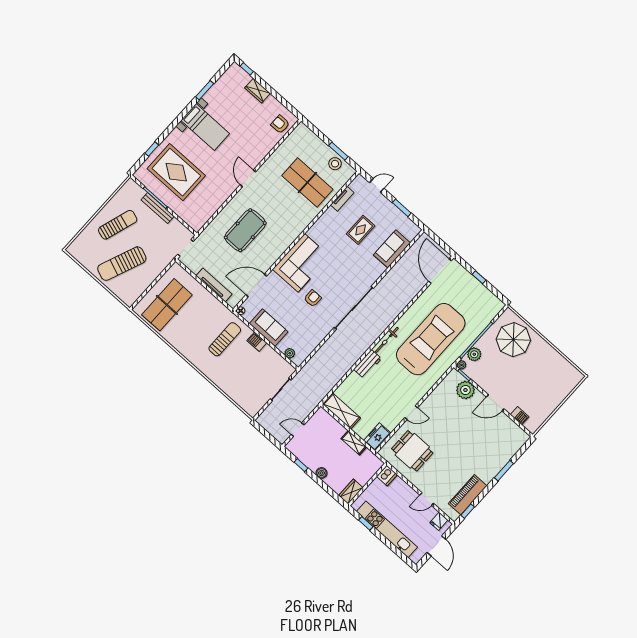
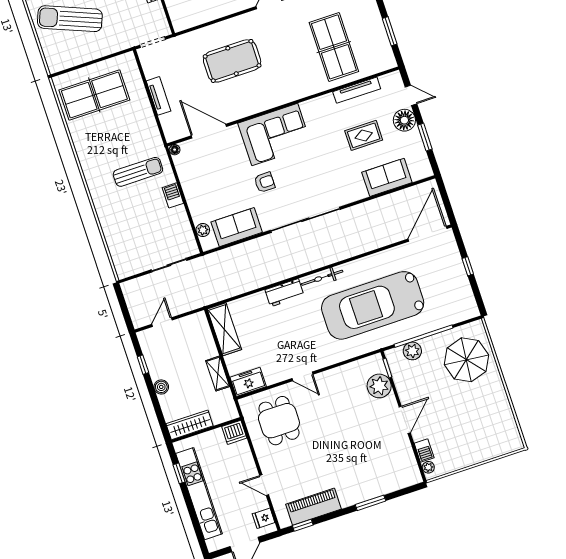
stool: (335, 164) -> (378, 43), removed
tv unit: (342, 199) -> (357, 90), width x1.41
floor lamp: (382, 204) -> (404, 120), added
tv unit: (214, 285) -> (159, 96), width x0.71
sofa: (269, 328) -> (237, 227), moved, turned -90
car: (431, 339) -> (373, 305), turned 180
plant: (462, 365) -> (428, 467), moved
door: (495, 403) -> (405, 420), swing flipped
door: (298, 430) -> (162, 322), hinge flipped
wardrobe: (351, 492) -> (190, 425), width x1.50

